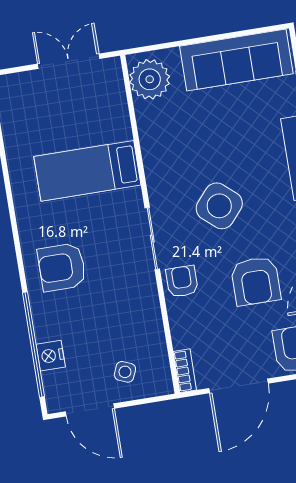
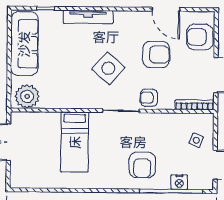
armchair: (62, 267) -> (142, 165), moved
bookcase: (185, 371) -> (195, 105), width x1.56

